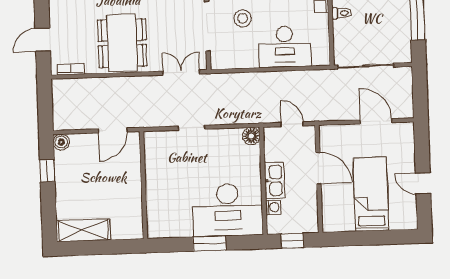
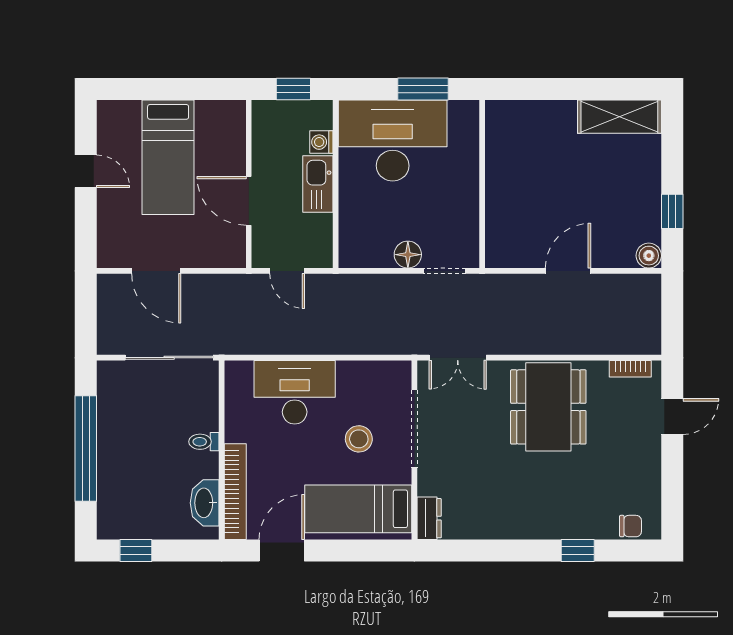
floor lamp: (251, 136) -> (408, 255), moved
wall: (143, 185) -> (482, 184), moved

